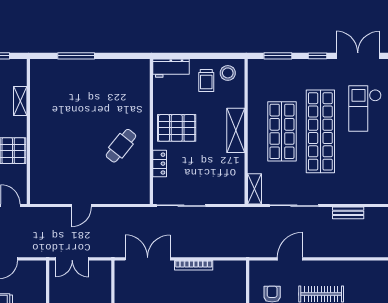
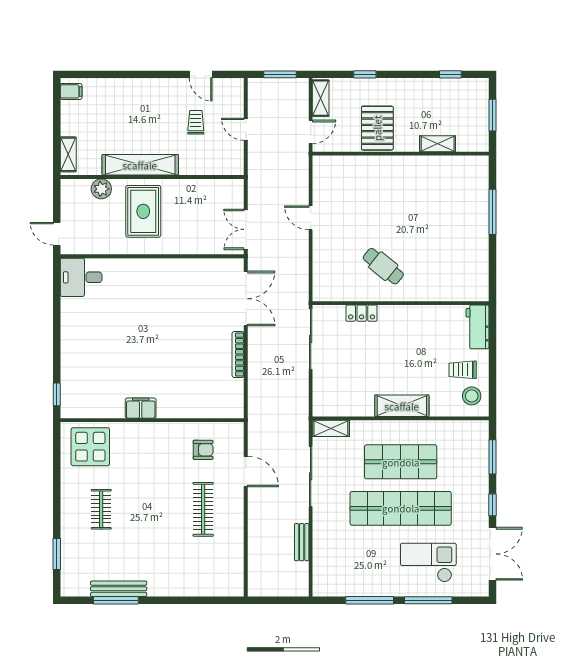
pallet: (177, 128) -> (405, 334), removed
double door: (72, 259) -> (246, 229), moved

